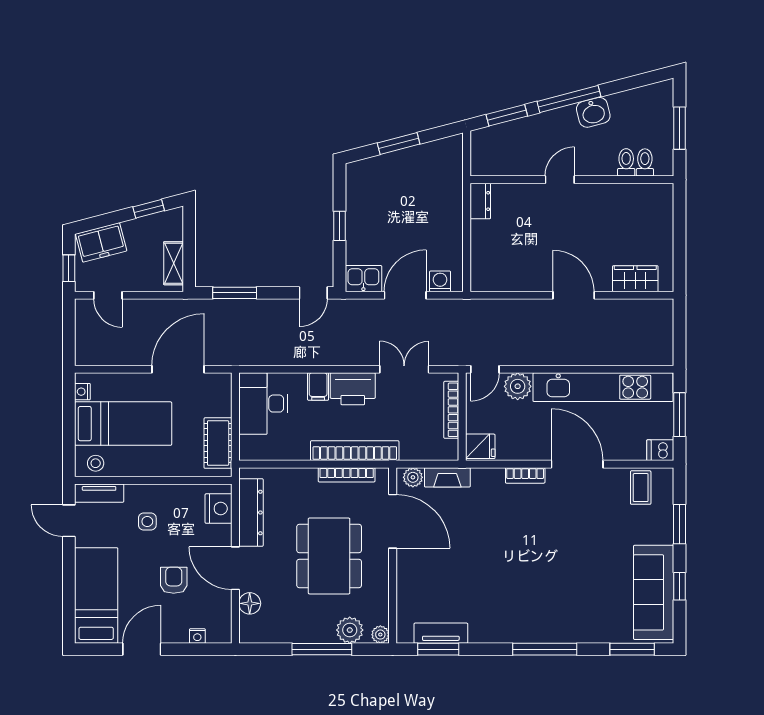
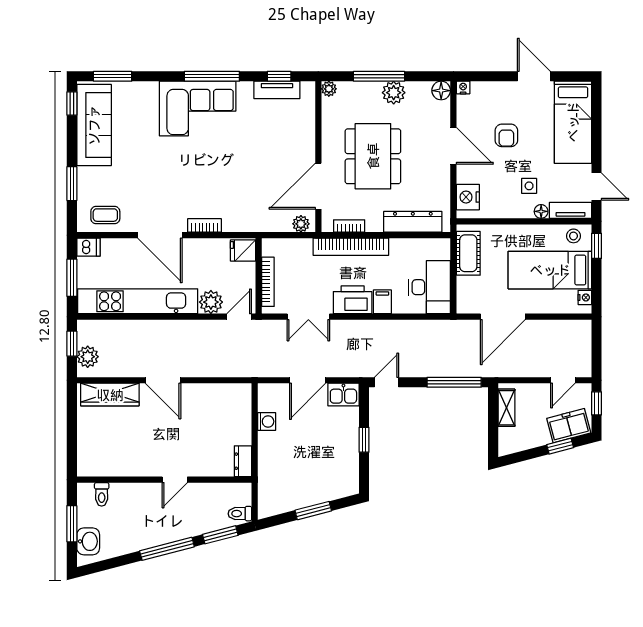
washbasin: (593, 112) -> (88, 541), moved, turned 105
toilet: (626, 162) -> (240, 514), moved, turned 90
window: (149, 209) -> (560, 446), moved
wardrobe: (635, 279) -> (110, 395), width x1.50
washing machine: (440, 281) -> (267, 421), moved, turned -90
window: (235, 293) -> (454, 382), width x1.44
door: (108, 295) -> (563, 380), swing flipped
plant: (661, 323) -> (88, 357), added
window: (680, 338) -> (72, 344), added
window: (69, 452) -> (596, 246), added
bookcase: (347, 475) -> (349, 226), width x0.64
fireplace: (447, 477) -> (271, 224), removed
coffee table: (641, 488) -> (105, 215), turned 90
floor lamp: (133, 492) -> (541, 211), added
dresser: (251, 512) -> (413, 222), moved, turned 90
door: (393, 521) -> (318, 186), hinge flipped
window: (680, 586) -> (72, 103), moved
floor lamp: (250, 603) -> (441, 91), moved
corner sofa: (533, 612) -> (198, 109), added
plant: (350, 630) -> (394, 93), moved
nightstand: (197, 636) -> (463, 88), moved
door: (142, 649) -> (534, 76), swing flipped
window: (438, 649) -> (279, 76), width x0.67
window: (545, 649) -> (212, 76), moved

